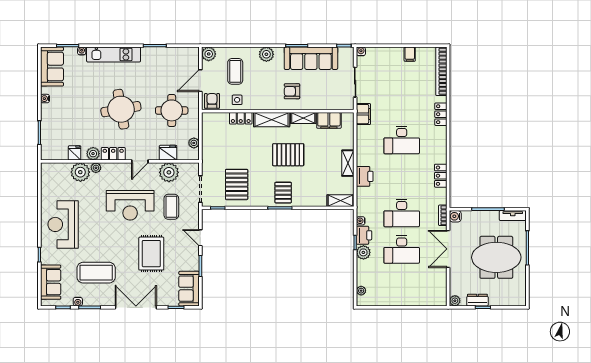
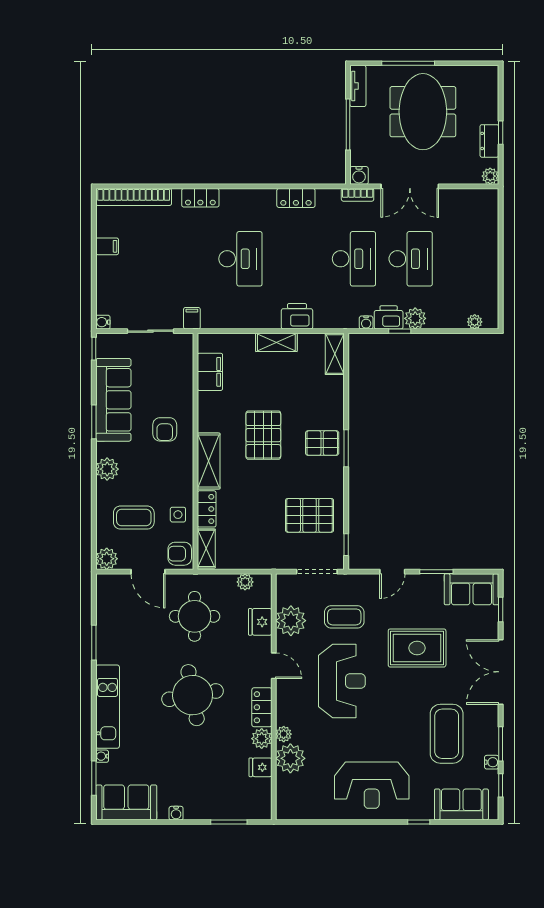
filing cabinet: (363, 114) -> (192, 318), width x0.50
shelving: (303, 118) -> (206, 548), moved

